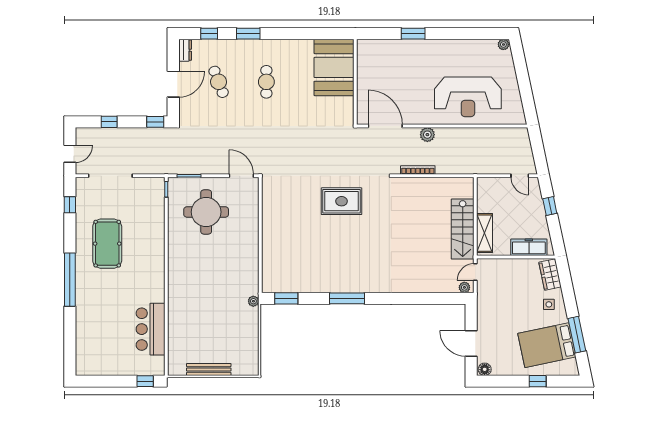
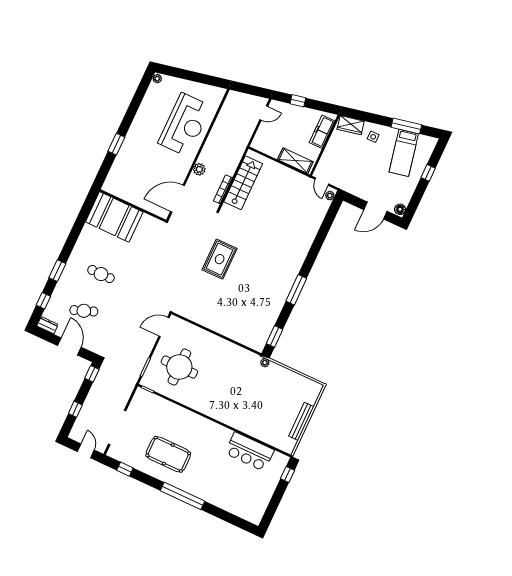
stairs: (463, 229) -> (243, 183), moved, turned -90
bed: (547, 345) -> (404, 153), width x0.67

